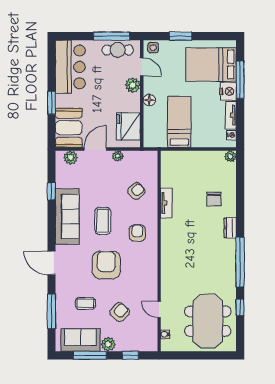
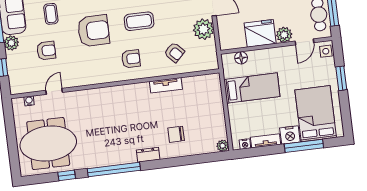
floor lamp: (149, 100) -> (241, 58), moved
fridge: (128, 126) -> (260, 33), moved
plant: (118, 156) -> (203, 29), width x1.87, depth x1.87
armchair: (120, 312) -> (46, 51), turned -42

